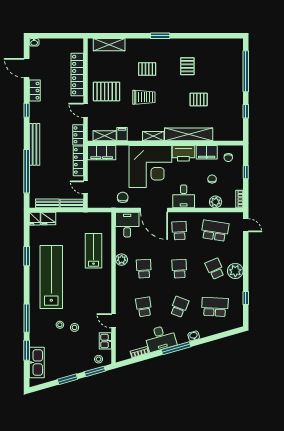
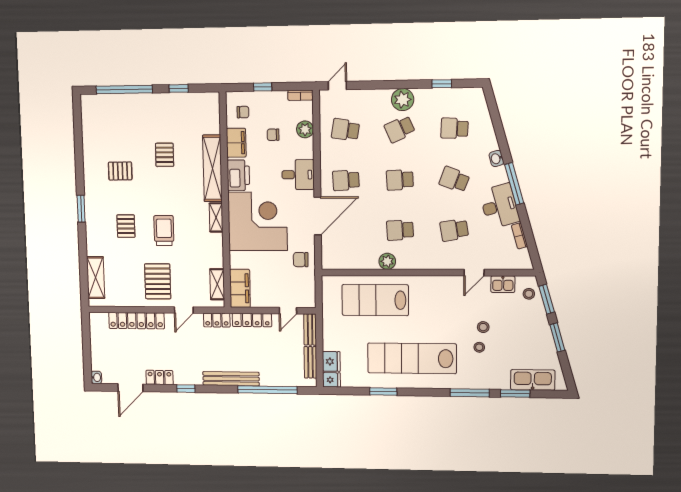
filing cabinet: (122, 134) -> (214, 260), removed
desk: (127, 225) -> (338, 253), removed
school desk: (215, 231) -> (345, 130), width x0.54
lab bench: (93, 251) -> (375, 300), width x1.36, depth x1.39
school desk: (215, 307) -> (454, 128), width x0.54

